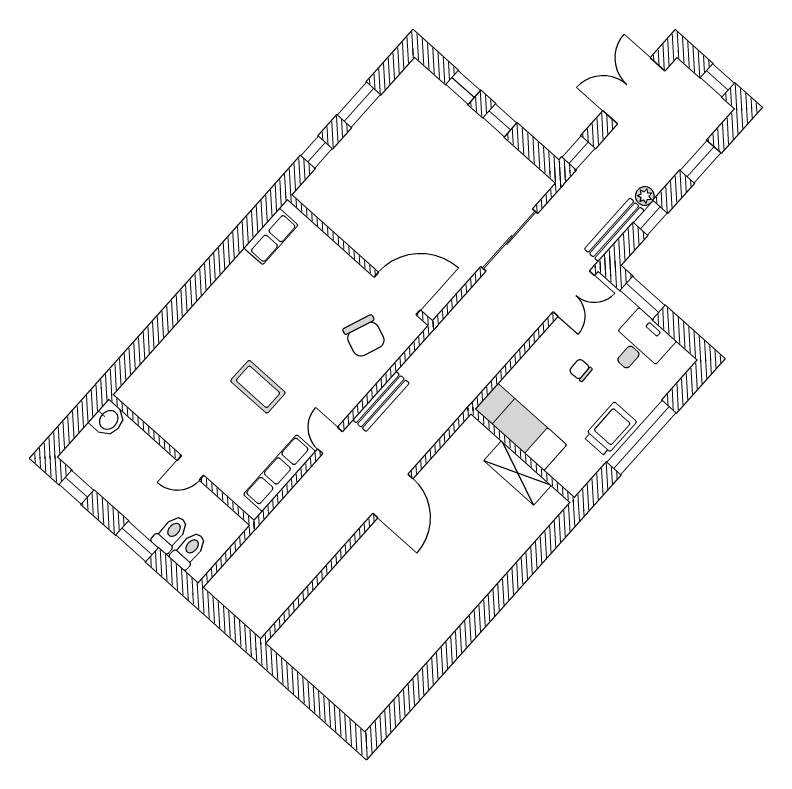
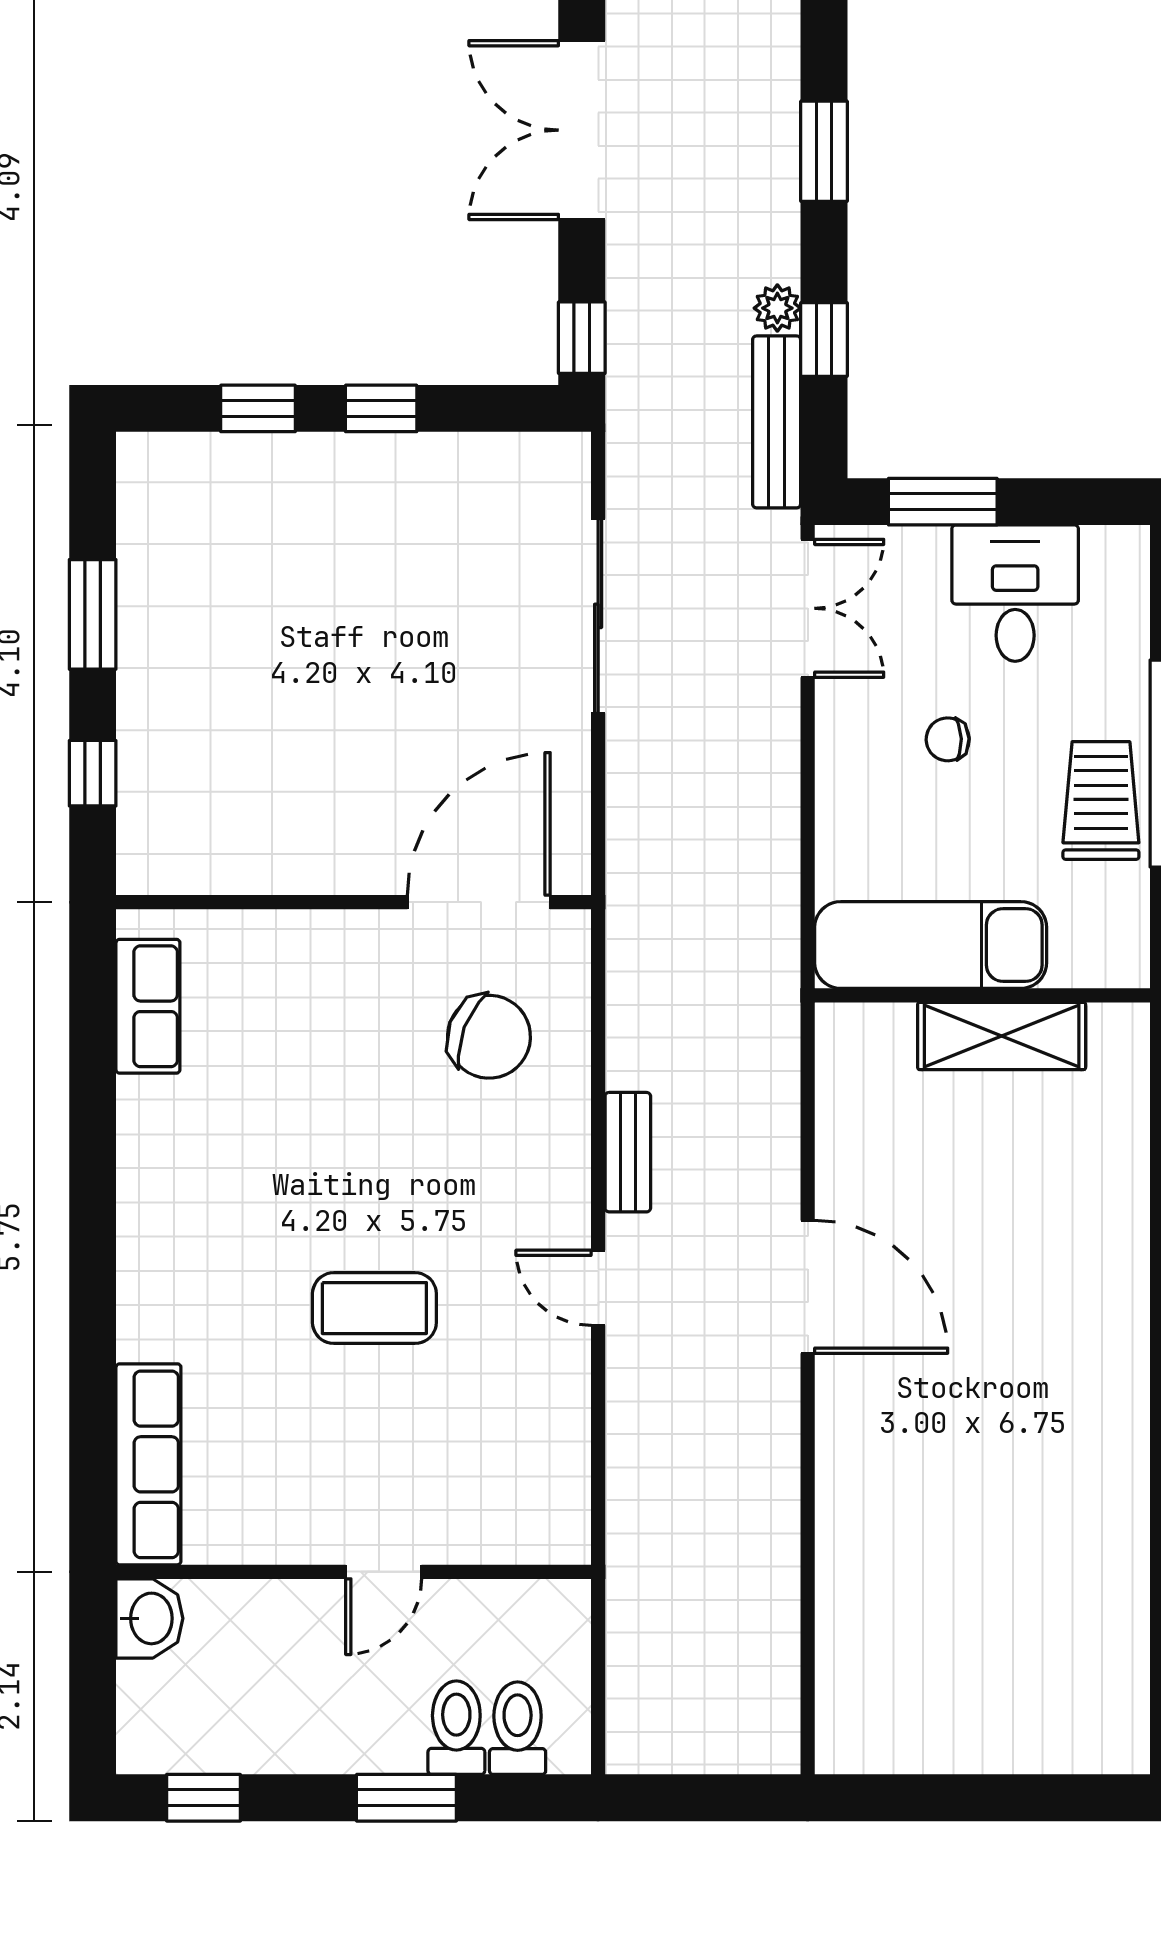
bench: (381, 401) -> (628, 1152), width x0.73
row of seats: (280, 473) -> (148, 1464), moved, turned 180

